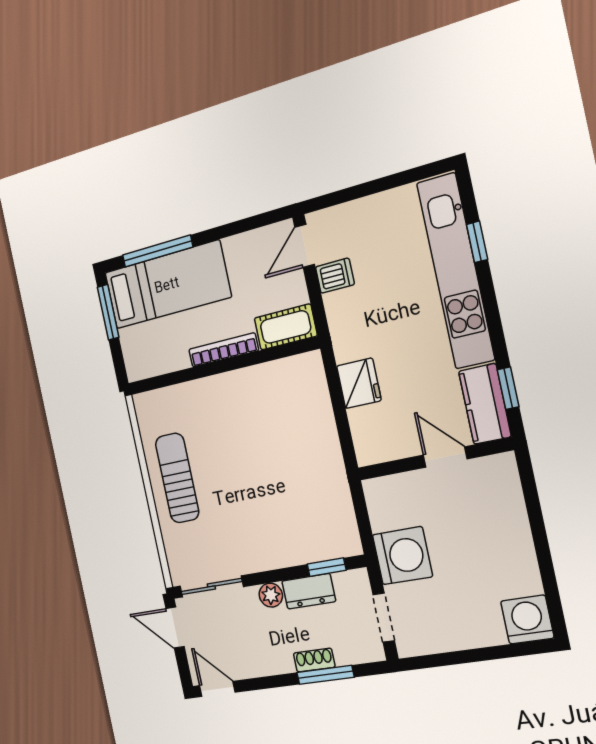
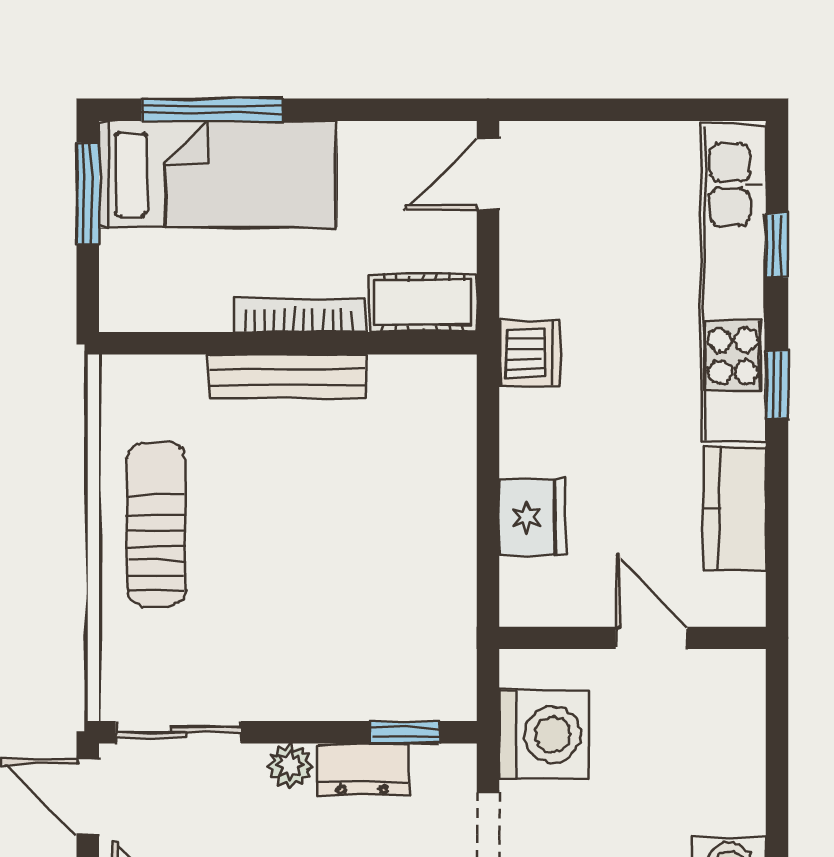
dishwasher: (335, 276) -> (530, 353), moved, width x1.38
fridge: (359, 383) -> (532, 517), moved
bench: (225, 384) -> (287, 376), added
window: (508, 388) -> (777, 385), moved
door: (445, 457) -> (652, 638), moved
wall: (434, 459) -> (633, 638), moved

